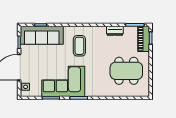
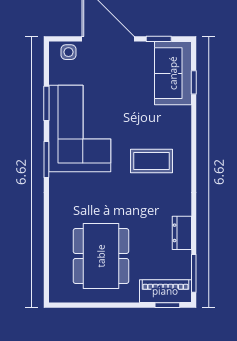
sofa: (42, 35) -> (173, 73), width x0.73

